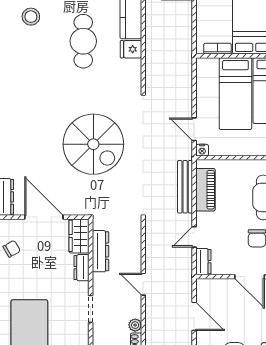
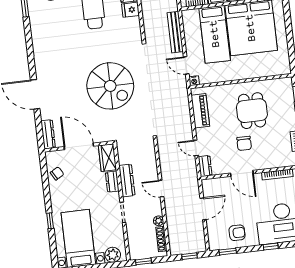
bench: (185, 187) -> (175, 32), moved
door: (194, 237) -> (196, 148), hinge flipped
dresser: (100, 251) -> (127, 180), moved
door: (194, 316) -> (203, 209), hinge flipped

